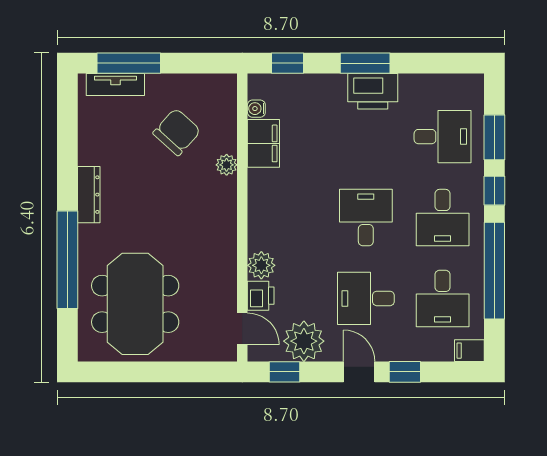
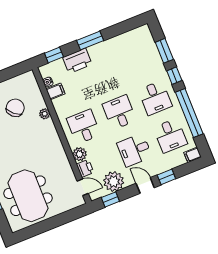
printer: (373, 91) -> (77, 61), moved
desk: (443, 137) -> (84, 127), moved, turned -90
filing cabinet: (263, 143) -> (56, 91), width x0.50

